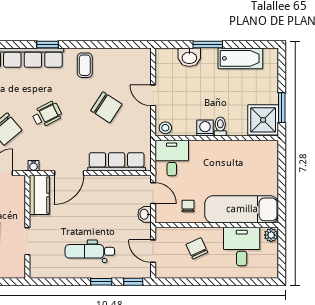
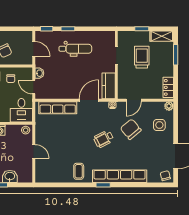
chair: (106, 107) -> (64, 143), removed

